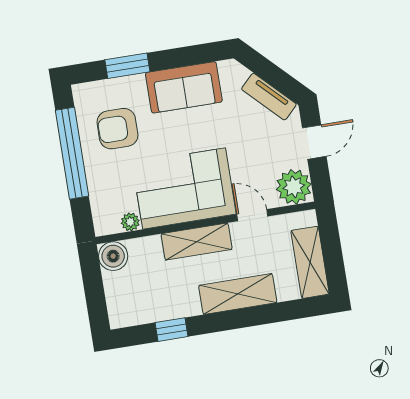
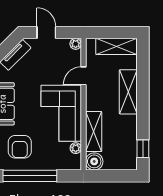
plant: (294, 187) -> (76, 44), width x0.53, depth x0.53
shelving: (197, 242) -> (94, 132), moved
window: (172, 330) -> (143, 149), moved

